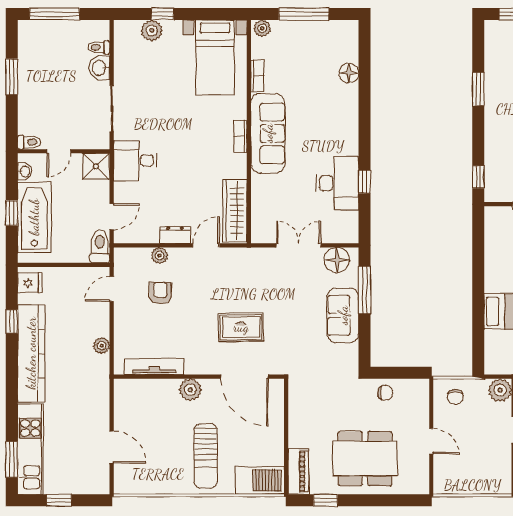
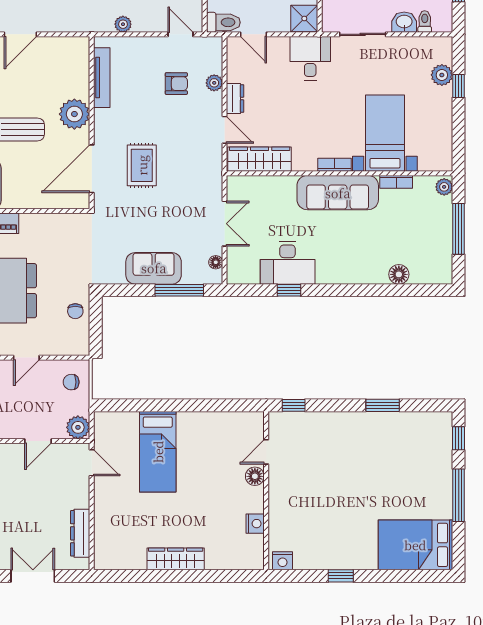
bed with nightstands: (215, 58) -> (385, 133), moved, turned 90
floor lamp: (337, 260) -> (216, 262), width x0.53, depth x0.53
plant: (190, 390) -> (74, 114), width x1.36, depth x1.36

